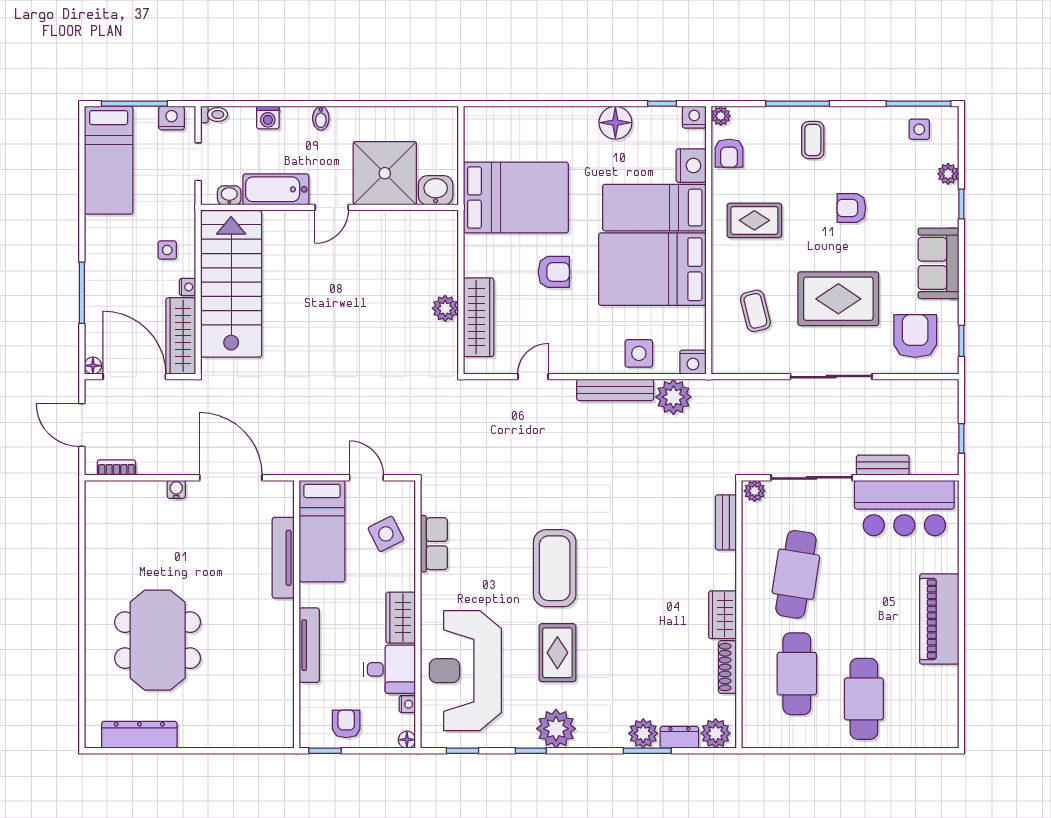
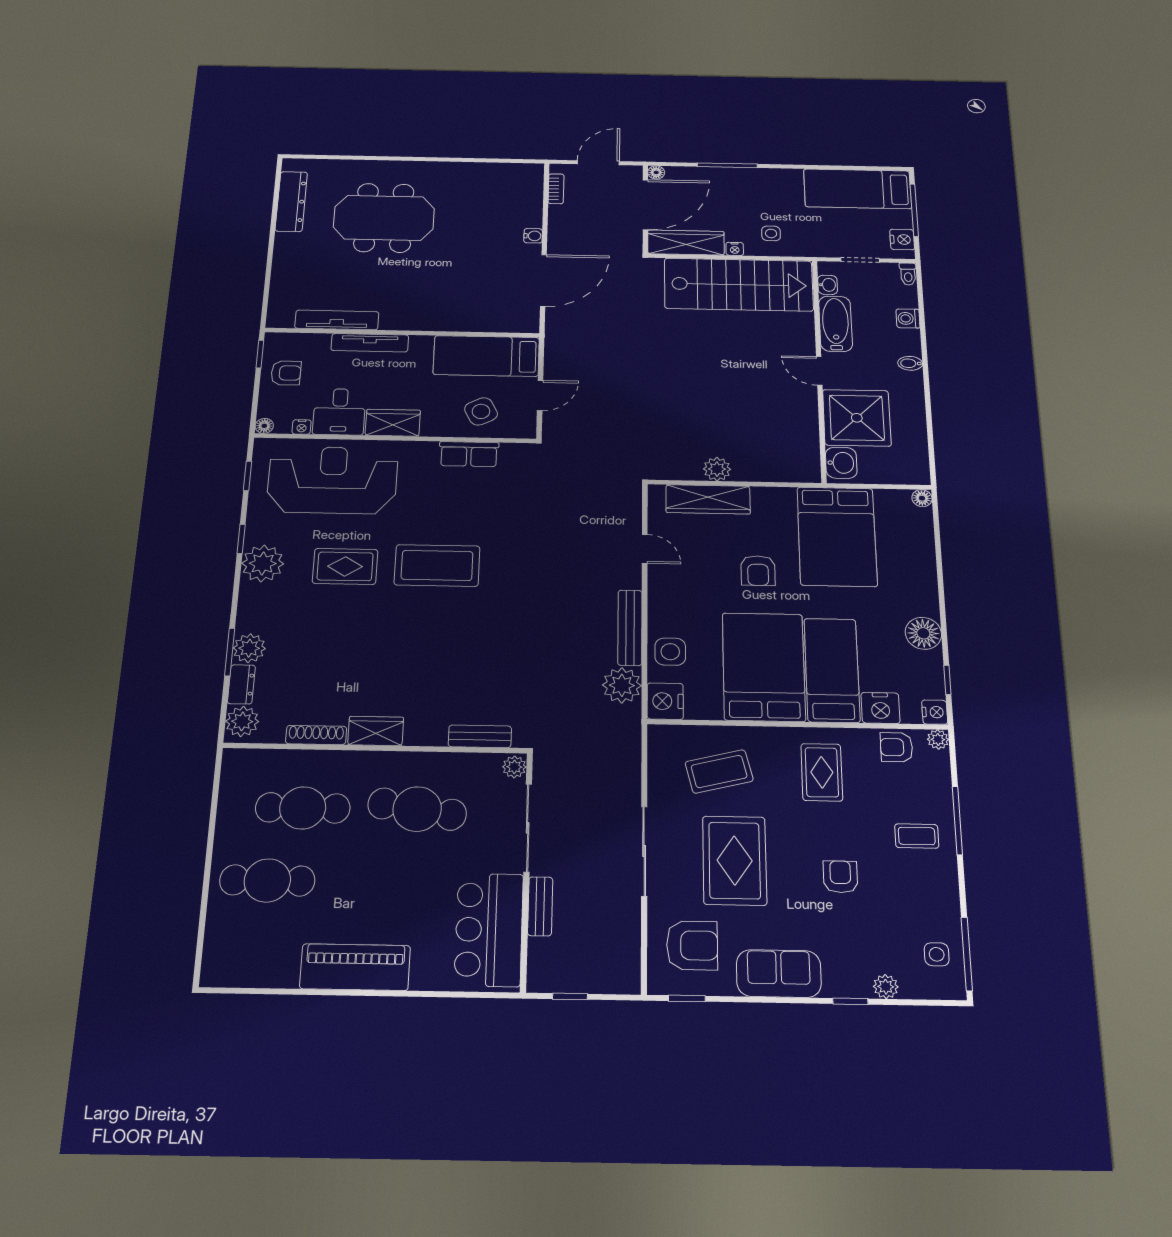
floor lamp: (473, 116) -> (922, 498), added
coffee table: (755, 311) -> (719, 771), width x1.36, depth x1.30
nightstand: (693, 362) -> (665, 701), width x1.36, depth x1.33
tv unit: (283, 558) -> (337, 320), moved

